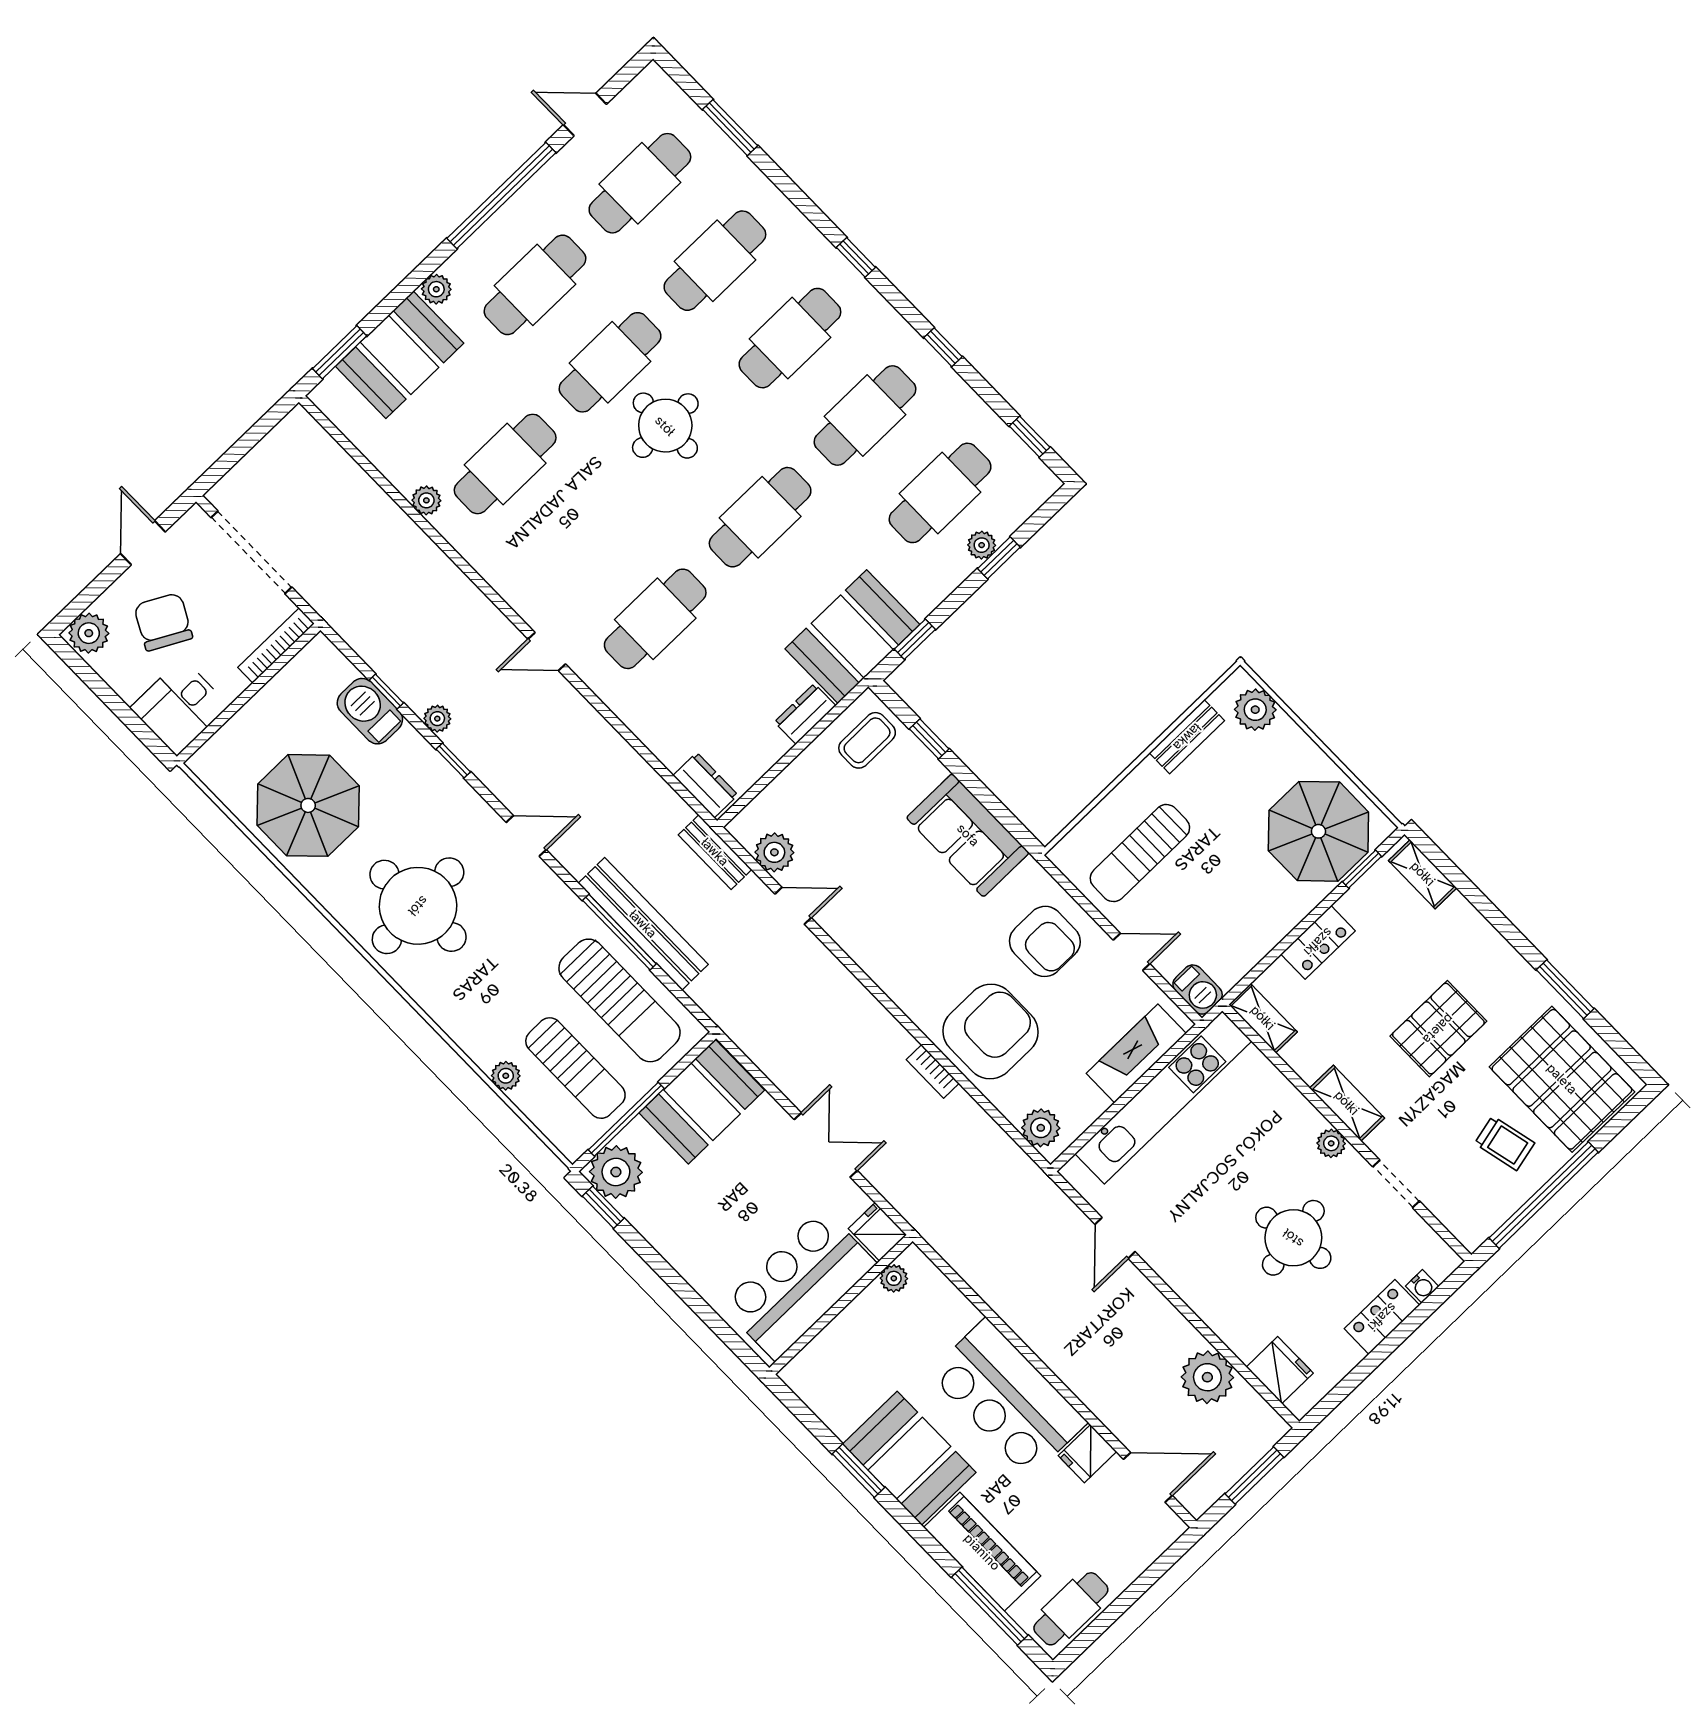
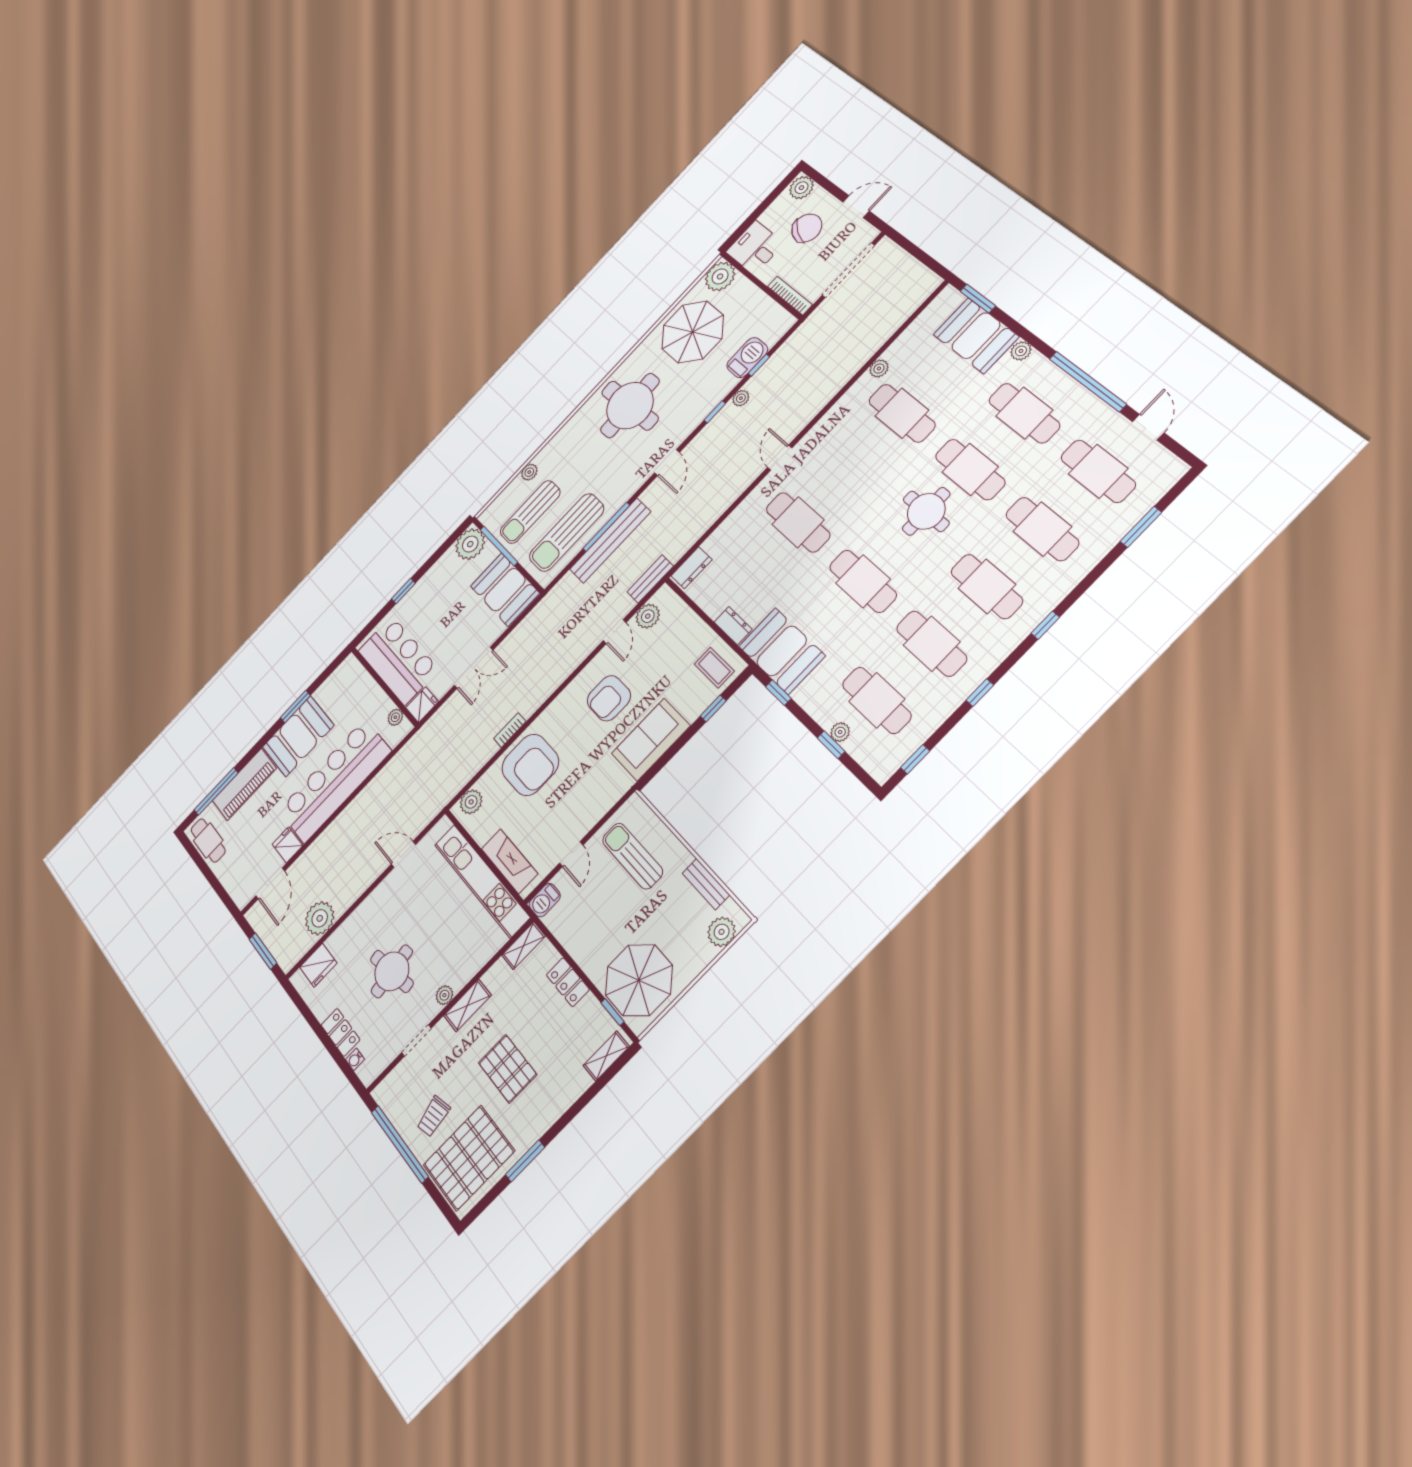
plant: (219, 764) -> (720, 276), added
armchair: (1045, 941) -> (609, 698), moved
window: (603, 1207) -> (403, 591), moved
bar counter: (1008, 1398) -> (335, 781), width x1.36

